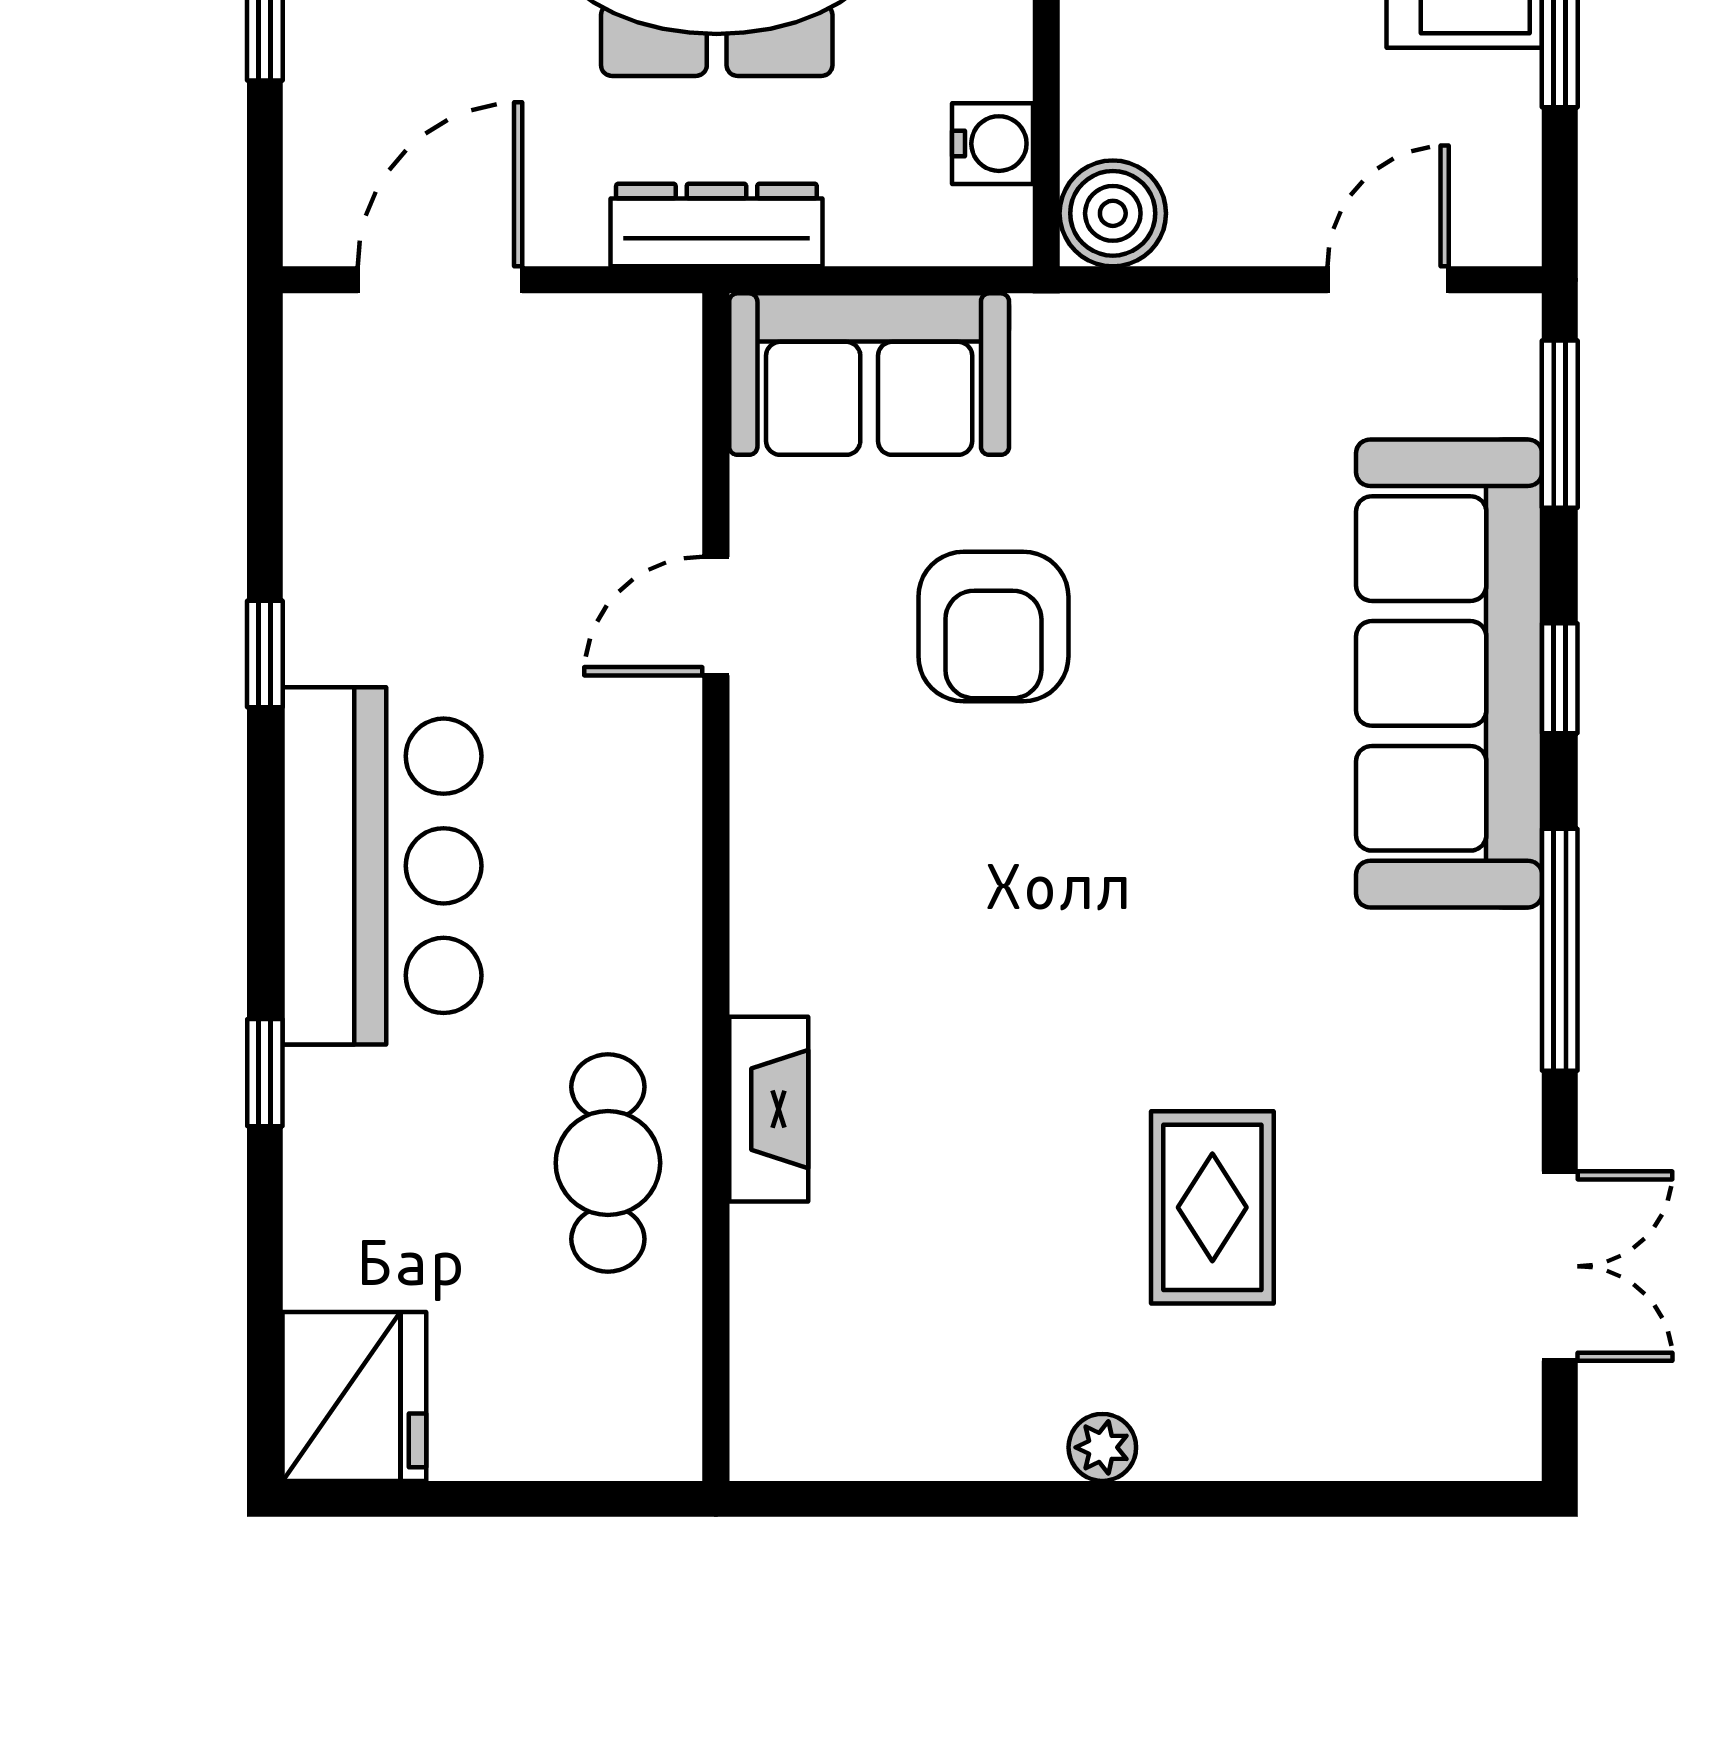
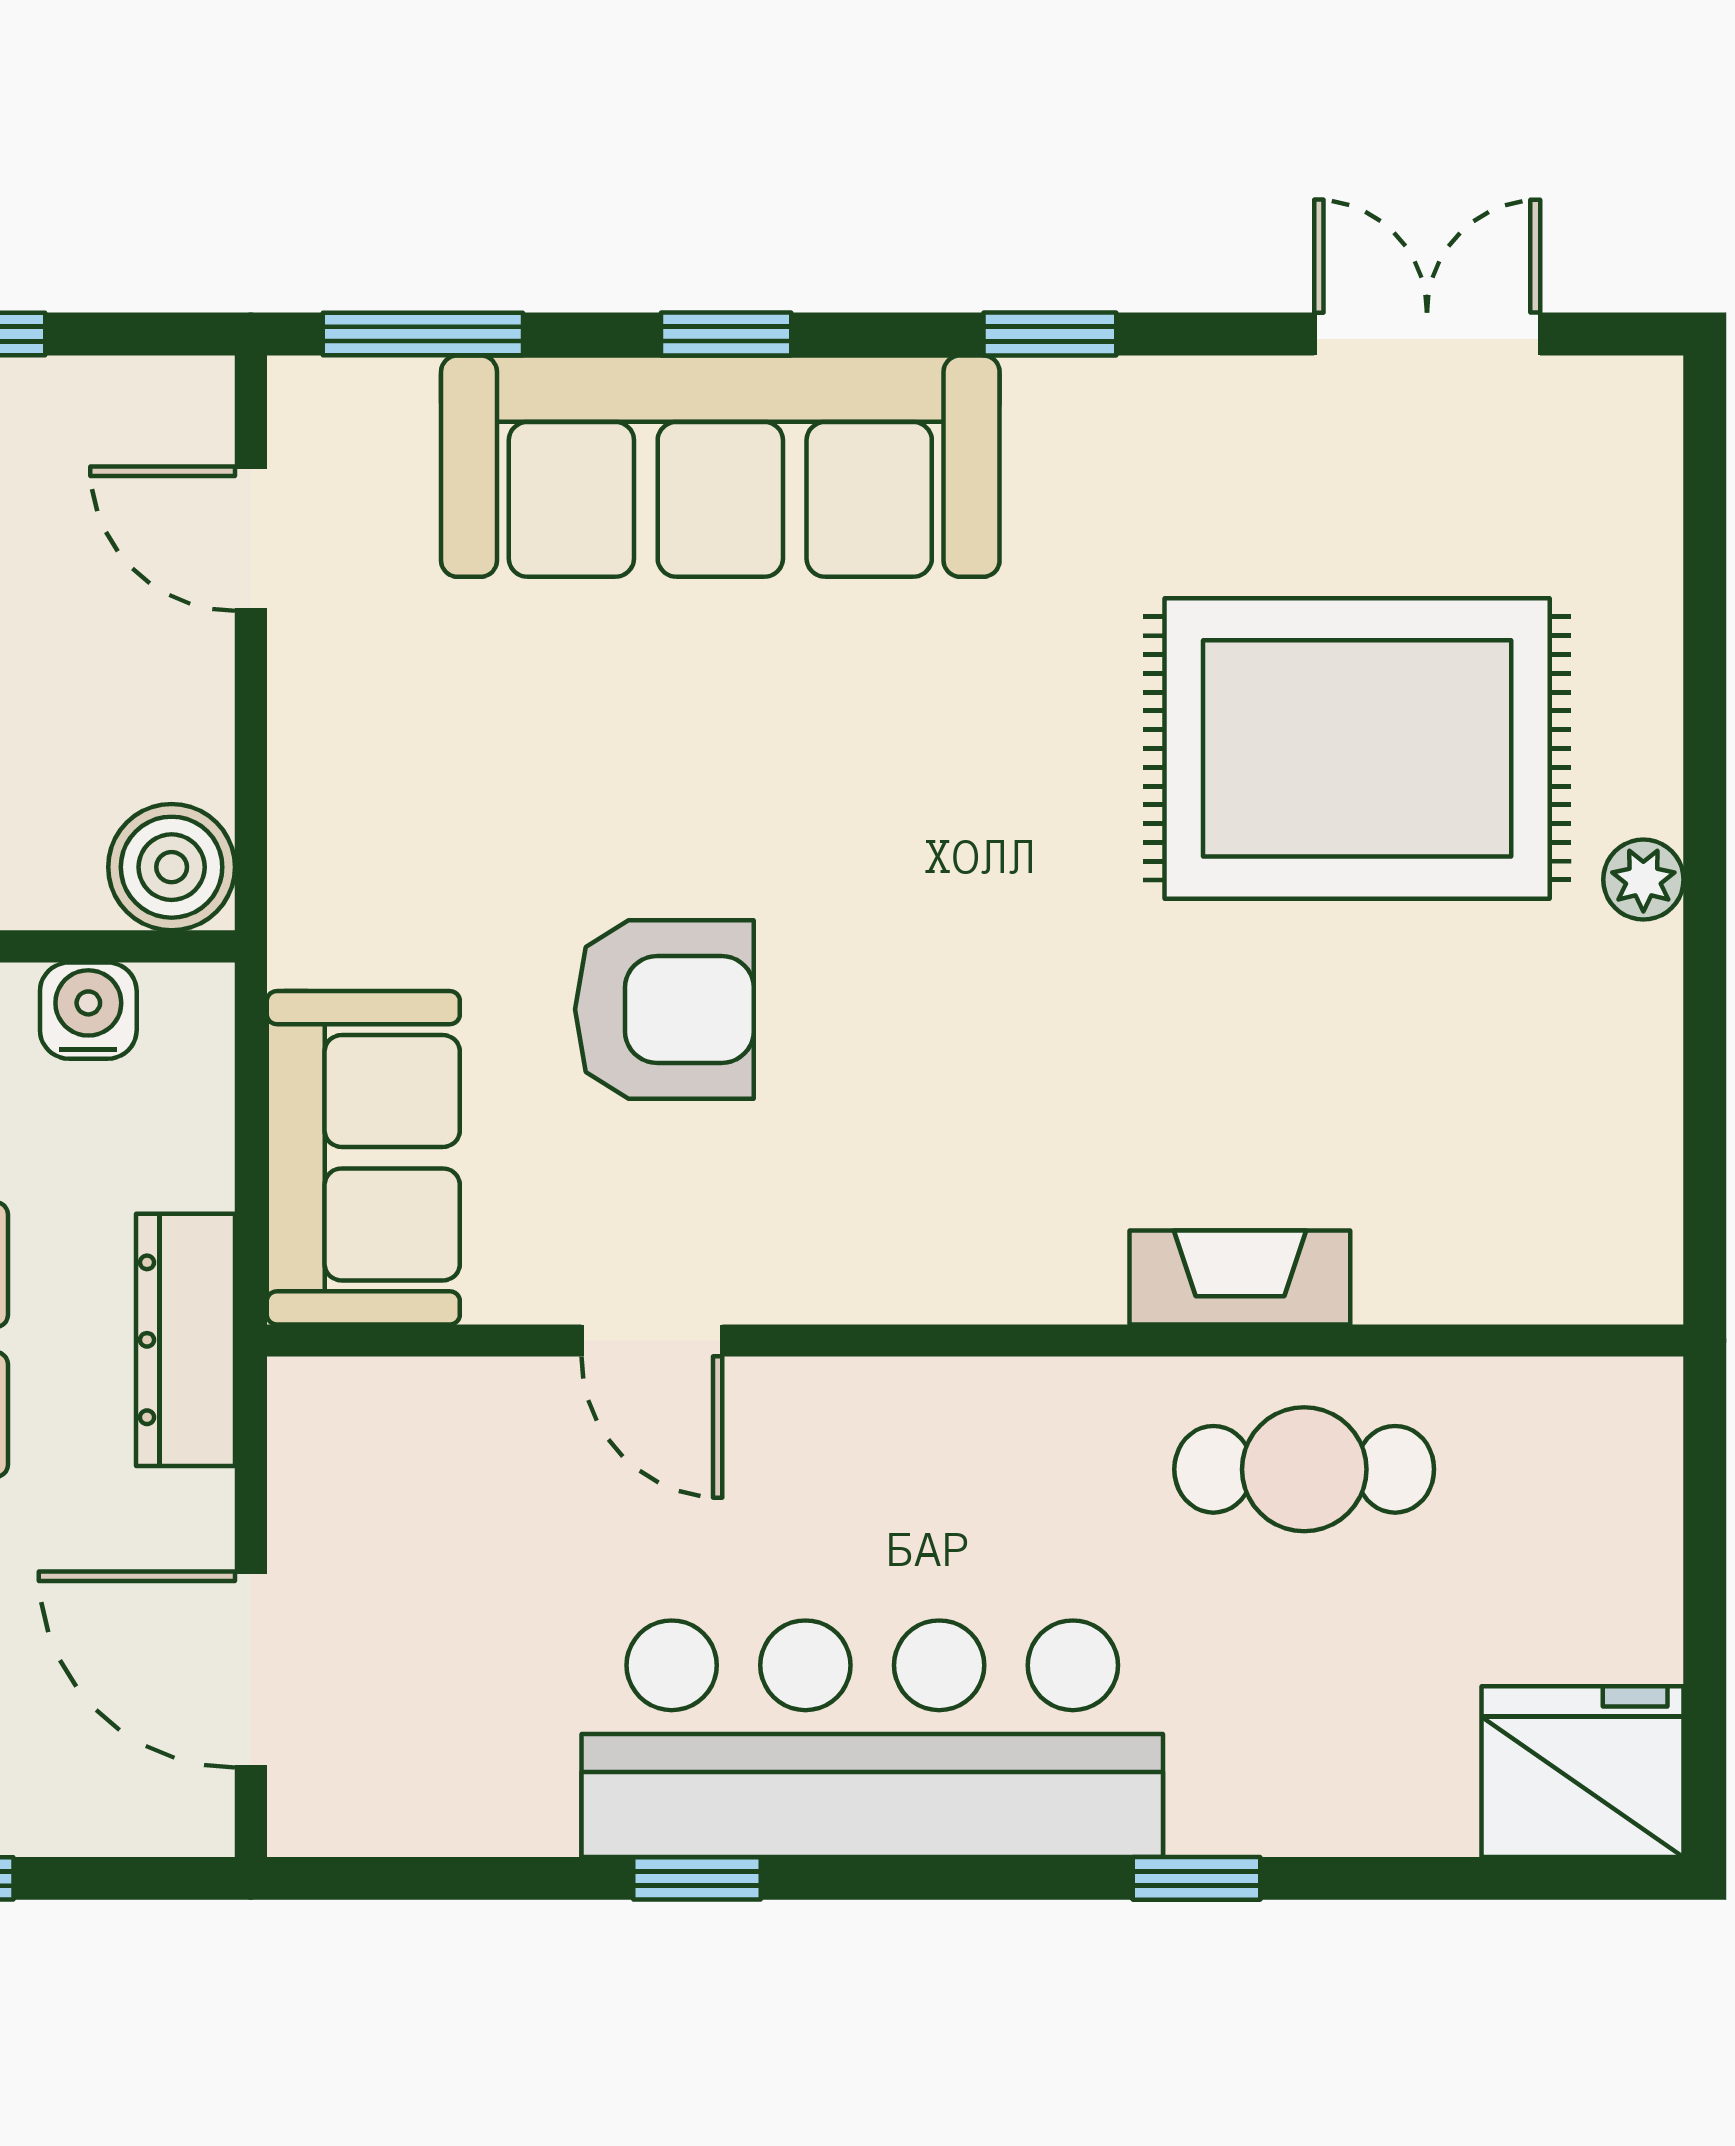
bar counter: (382, 866) -> (872, 1739), width x1.36
window: (1560, 950) -> (1050, 334), width x0.46
rug: (1212, 1207) -> (1357, 748), width x1.86, depth x2.06

